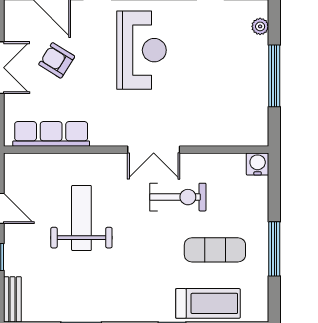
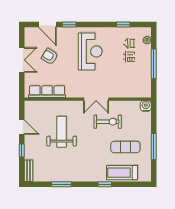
treadmill: (208, 303) -> (122, 173), turned 180

